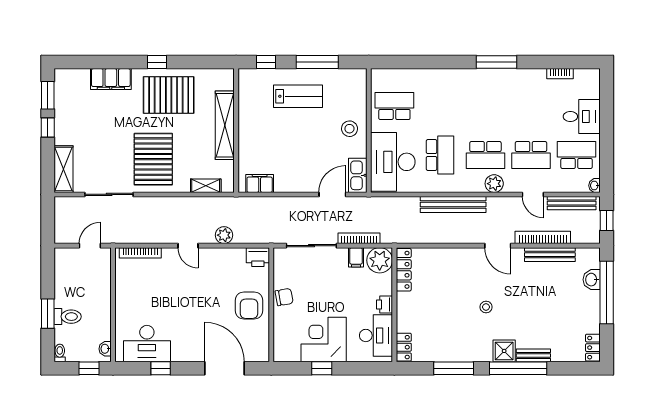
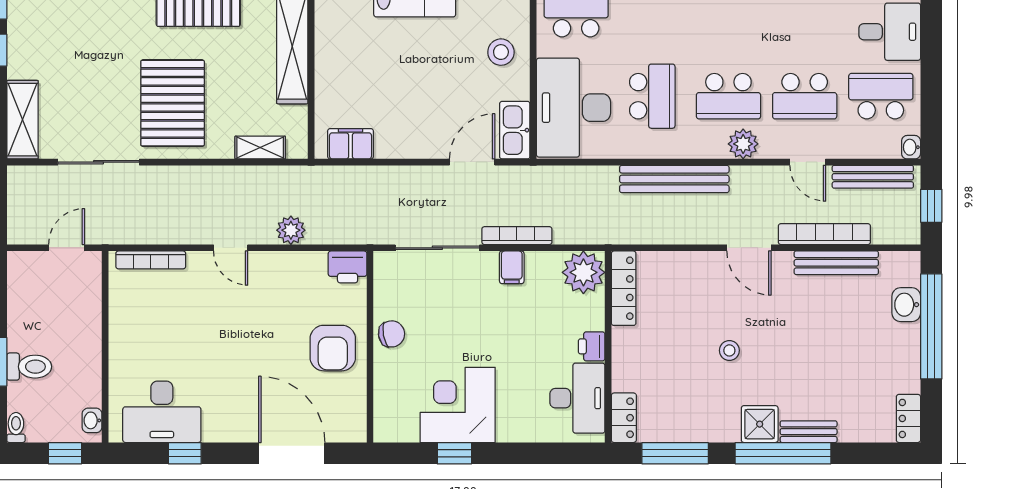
plant: (380, 260) -> (583, 272), moved
locker: (404, 270) -> (624, 288), moved
printer: (385, 305) -> (592, 346), moved
wall: (394, 305) -> (608, 347), moved
desk: (376, 335) -> (577, 398), moved
locker: (404, 347) -> (624, 418), moved

